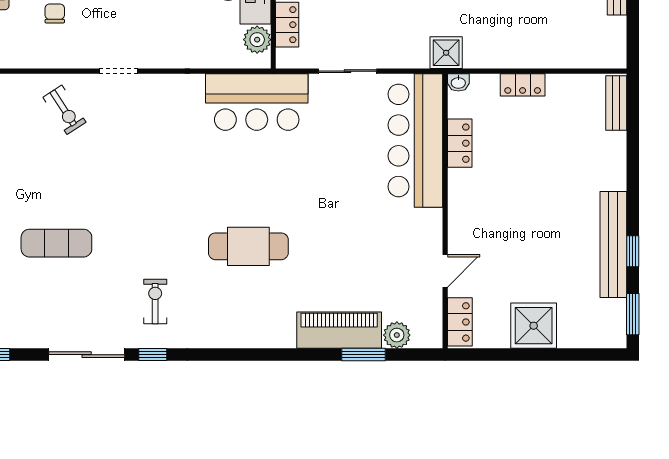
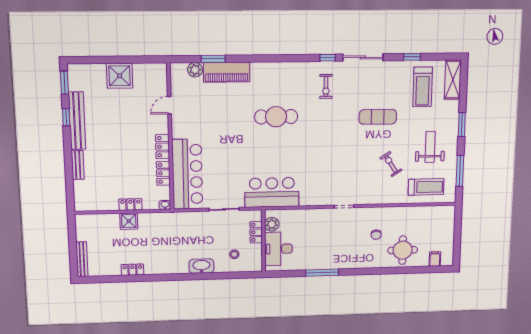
shower: (446, 53) -> (129, 221), moved
bench: (616, 103) -> (78, 165), moved
exercise bike: (64, 110) -> (391, 164), moved
locker: (460, 322) -> (163, 147), moved

